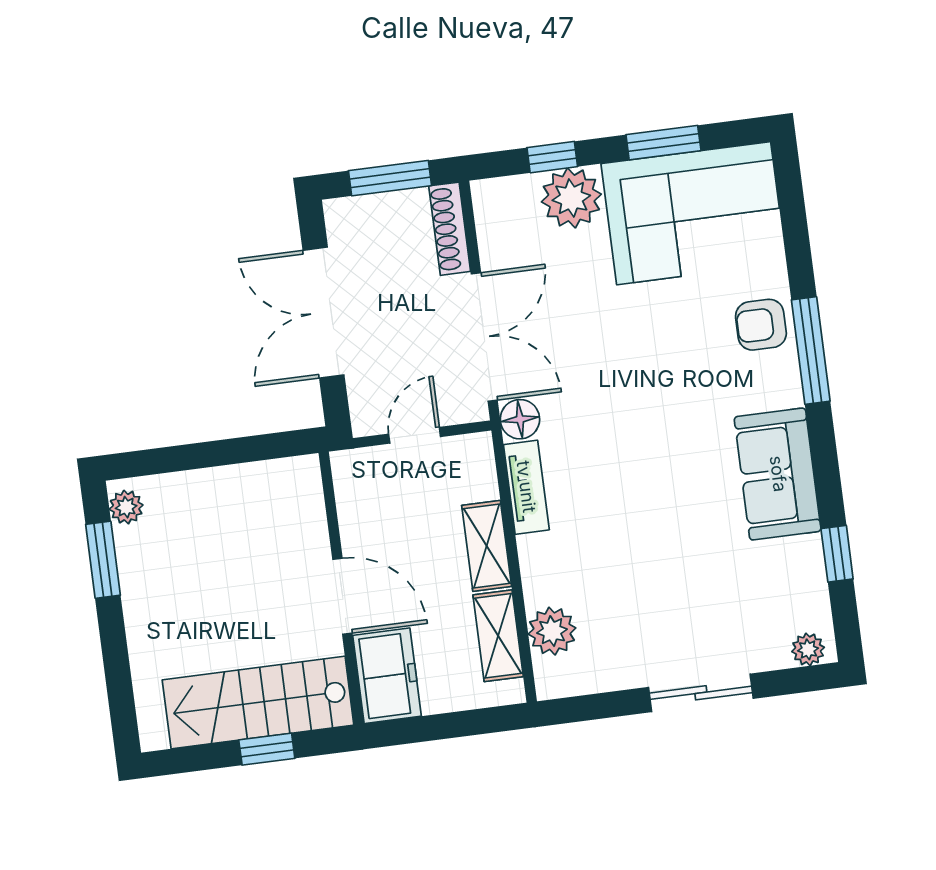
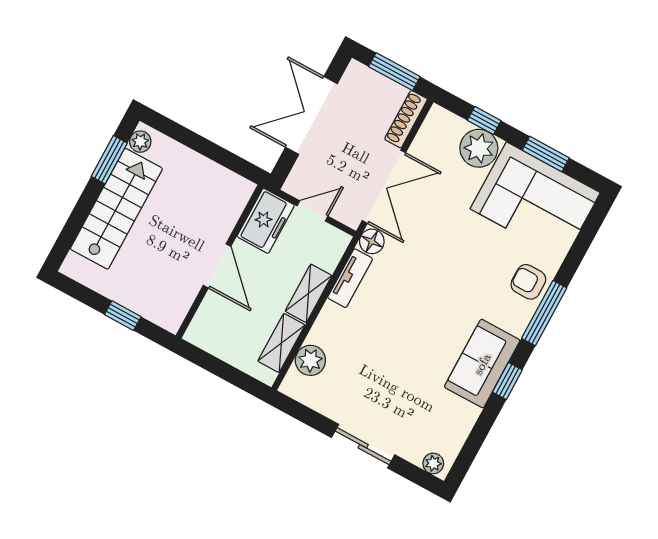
window: (837, 554) -> (507, 381), moved
freezer: (387, 676) -> (266, 221), moved
stairs: (258, 702) -> (116, 209), moved, turned 90

